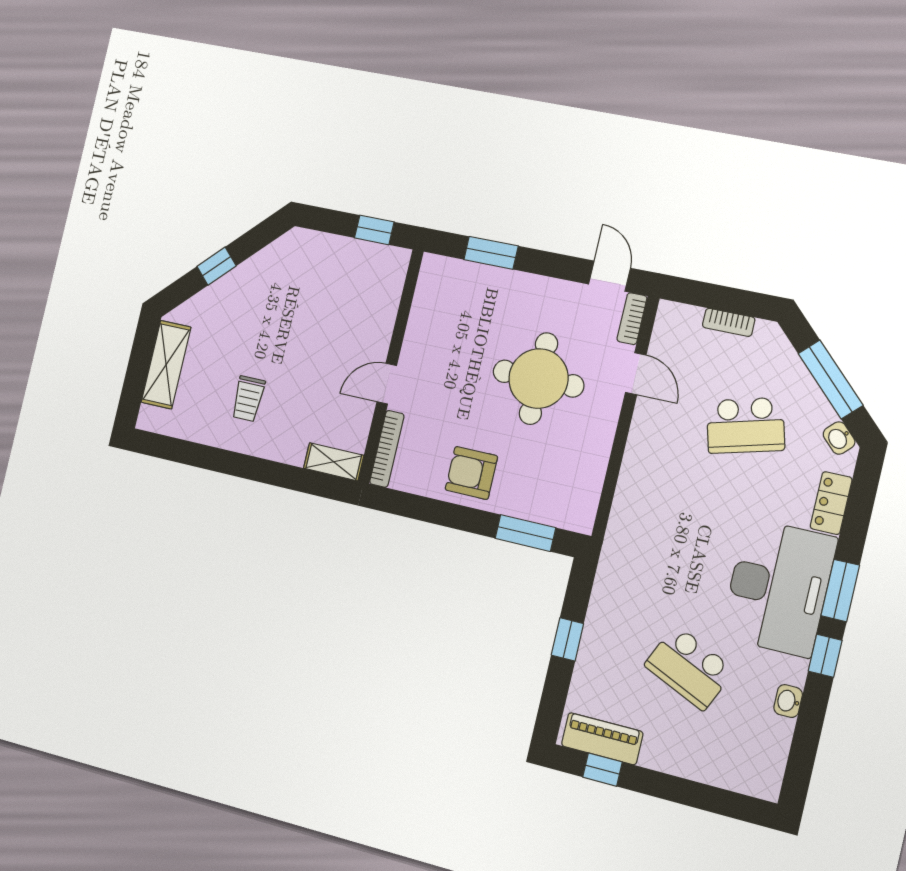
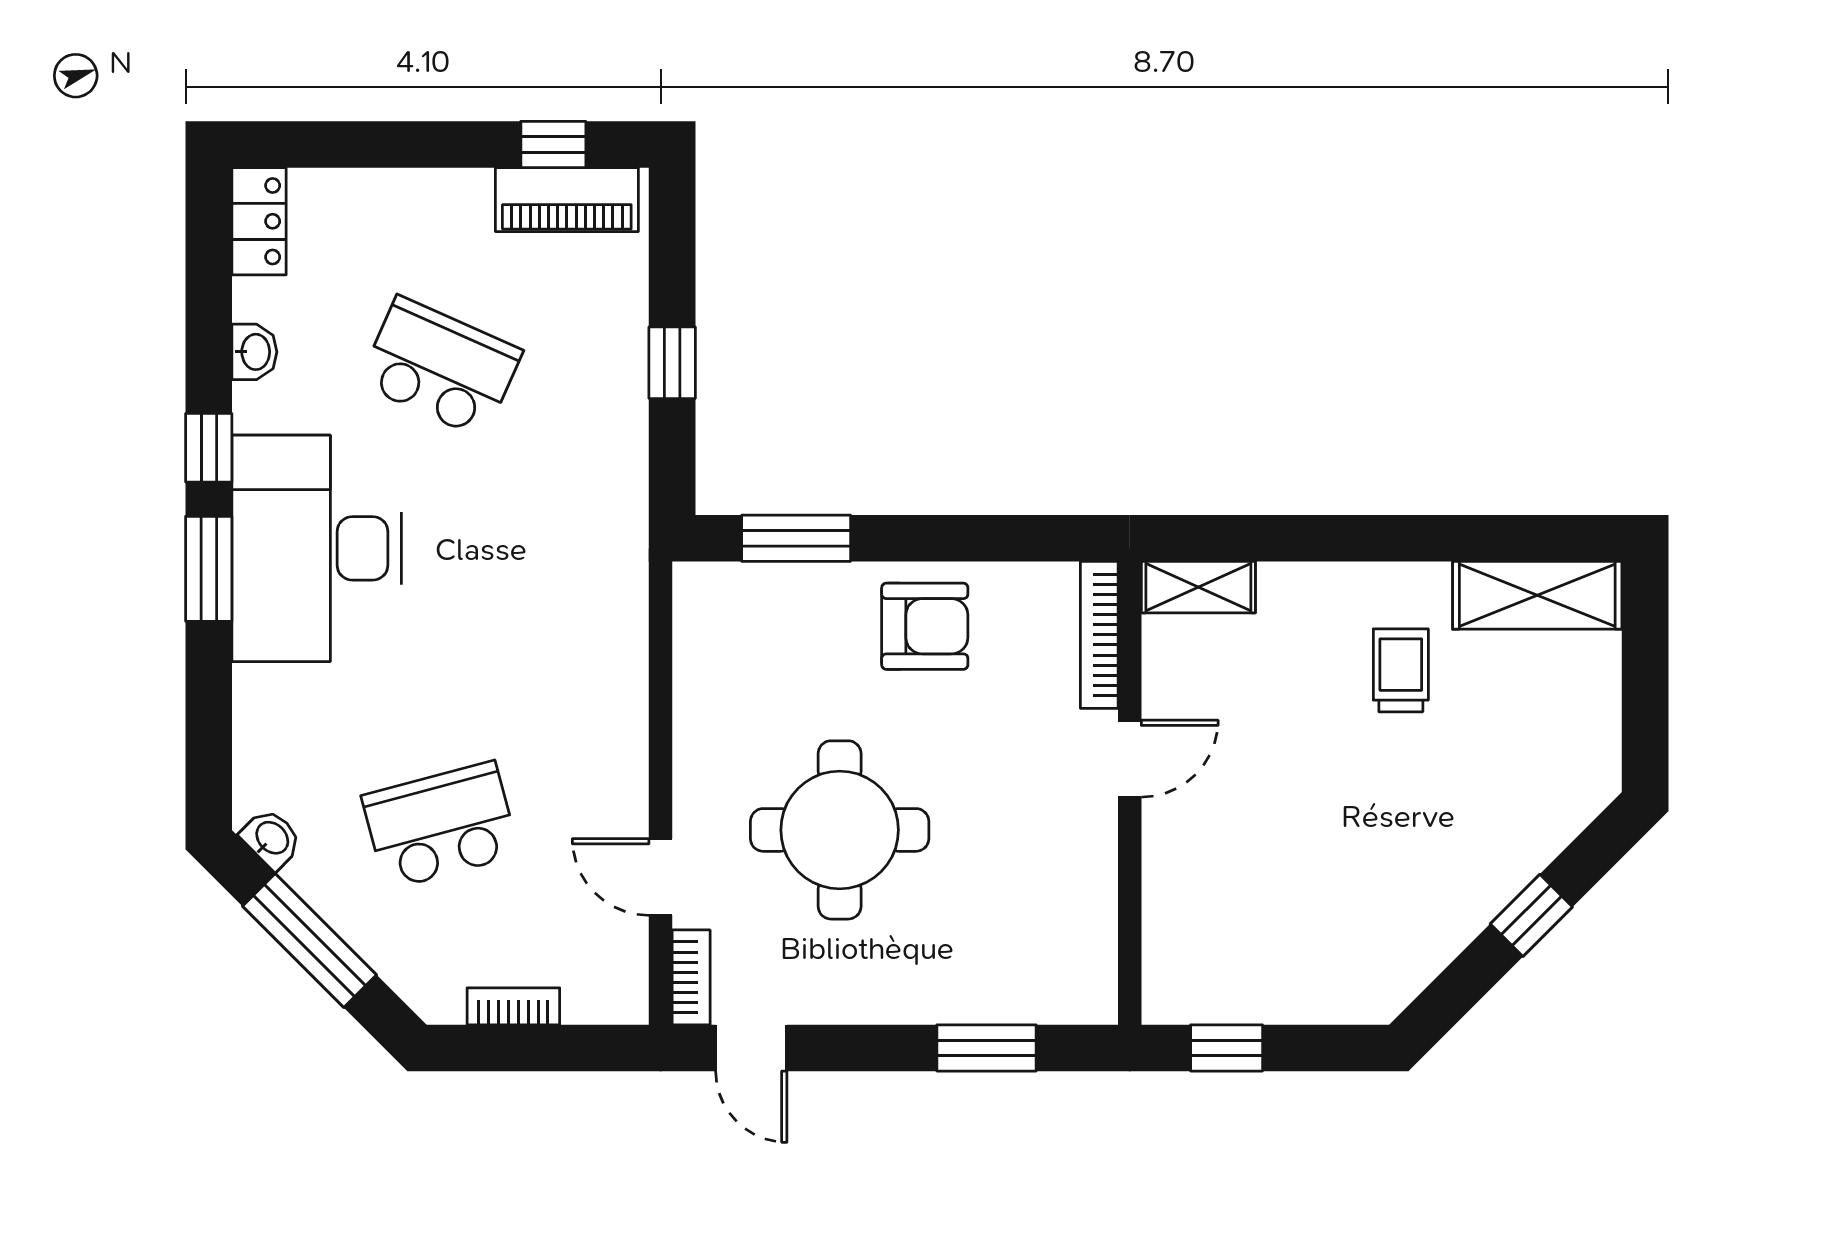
shelving: (166, 365) -> (1537, 595), moved, turned 90
locker: (831, 503) -> (259, 221), moved

